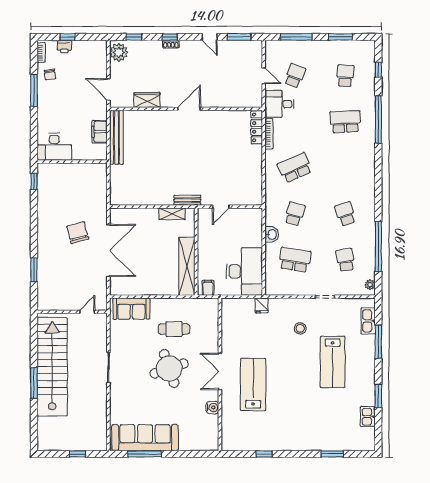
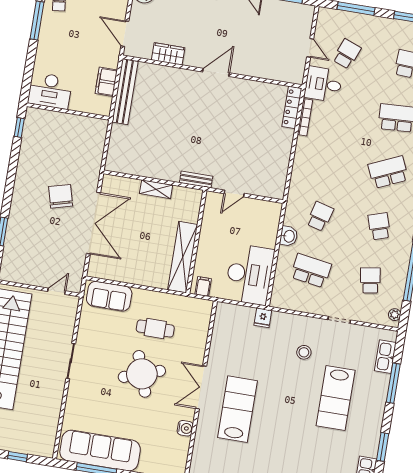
school desk: (295, 168) -> (388, 172), moved
shelving: (172, 214) -> (156, 189), moved

